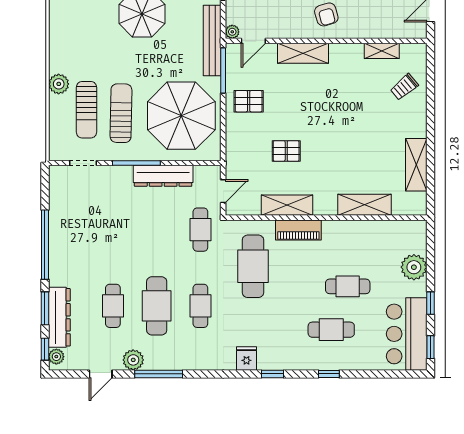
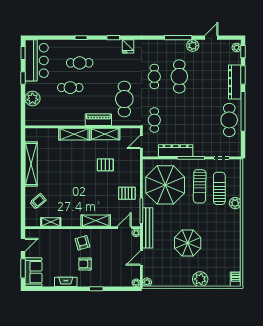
shelving: (416, 165) -> (31, 164), width x1.47
shelving: (364, 205) -> (74, 134), moved
cafe table: (113, 306) -> (229, 120), moved, width x1.37, depth x1.35
dresser: (59, 317) -> (235, 82), moved

